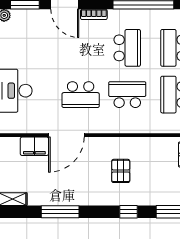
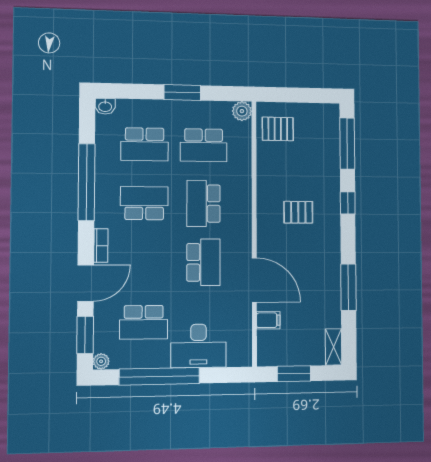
school desk: (34, 48) -> (144, 322), added
filing cabinet: (34, 146) -> (268, 320), width x0.50

